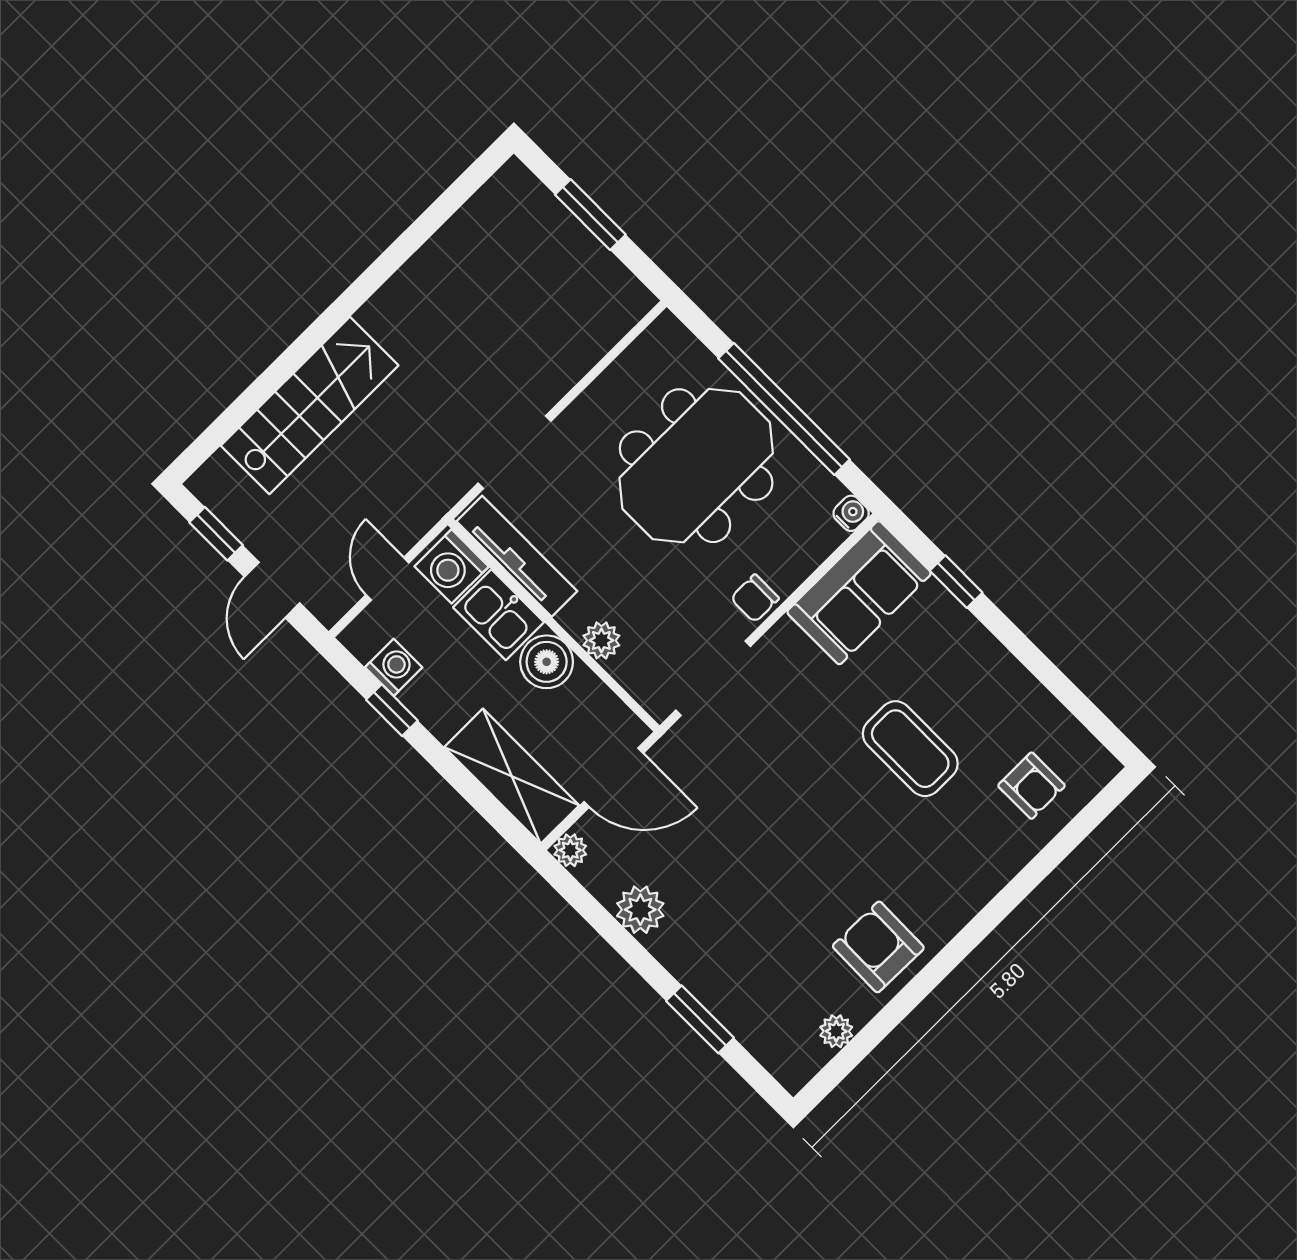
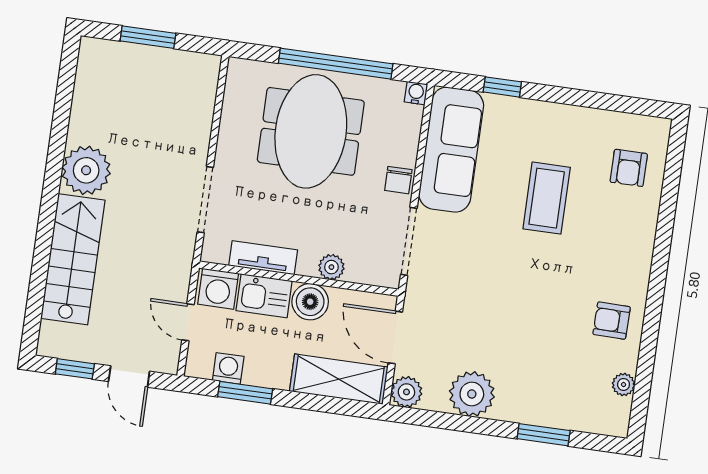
plant: (403, 314) -> (86, 170), added
tv unit: (517, 556) -> (263, 258), width x0.71
sofa: (859, 593) -> (451, 150), width x1.36
window: (392, 710) -> (245, 393), width x1.50
coffee table: (910, 749) -> (547, 198), turned 90
door: (614, 777) -> (395, 337), swing flipped
armchair: (1032, 786) -> (629, 168), turned 90
plant: (570, 850) -> (406, 392), width x1.38, depth x1.38
plant: (640, 910) -> (472, 394), width x1.36, depth x1.36
armchair: (878, 947) -> (612, 321), width x0.72, depth x0.72

